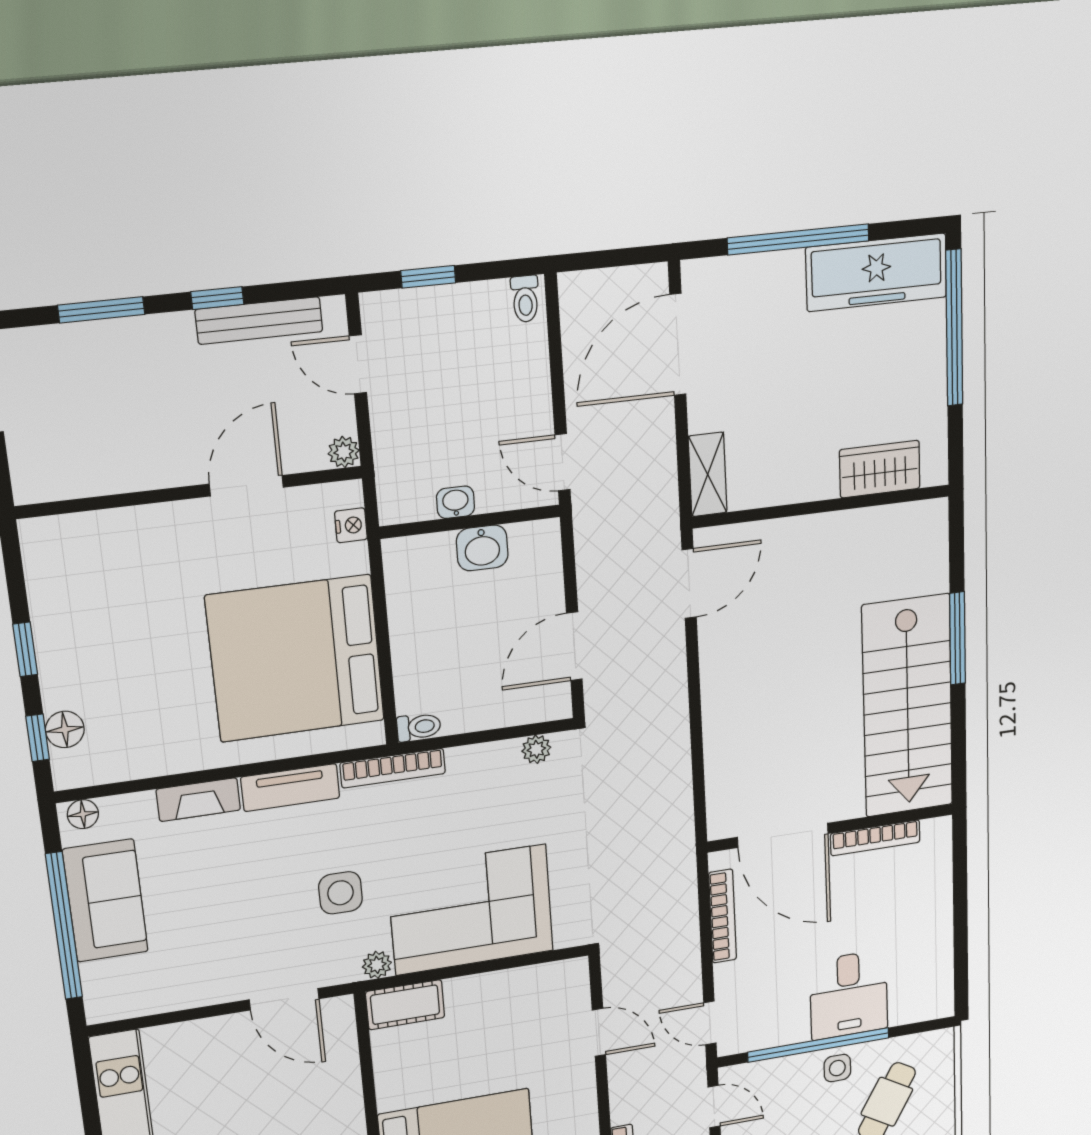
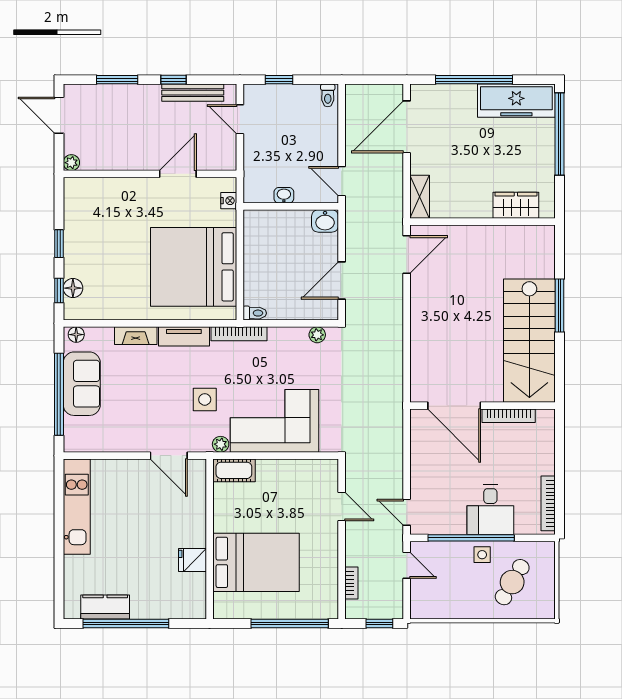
plant: (344, 452) -> (71, 163), moved
washbasin: (482, 548) -> (325, 221), moved
bookcase: (723, 916) -> (548, 503), moved, turned 180

